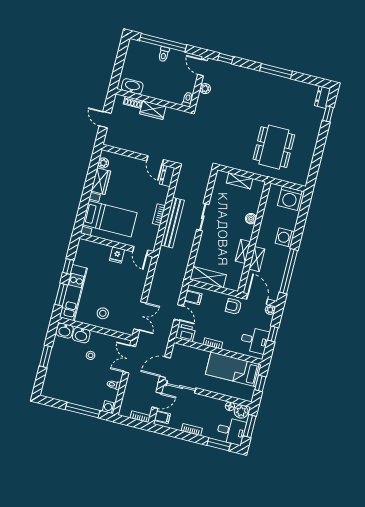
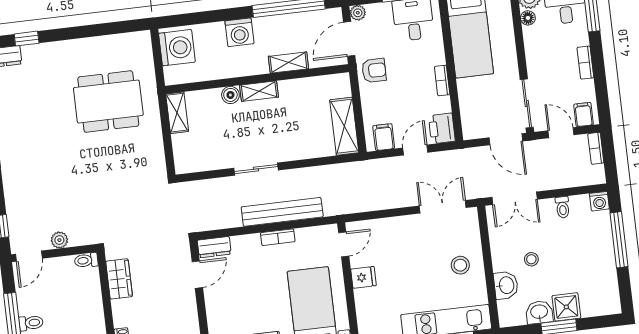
wardrobe: (153, 110) -> (119, 279), moved
shelving: (240, 181) -> (177, 113), moved
shelving: (243, 251) -> (259, 91), moved
armchair: (234, 306) -> (374, 70), turned -90
washbasin: (65, 331) -> (539, 312), moved, turned -90
shower: (56, 365) -> (566, 307), added

